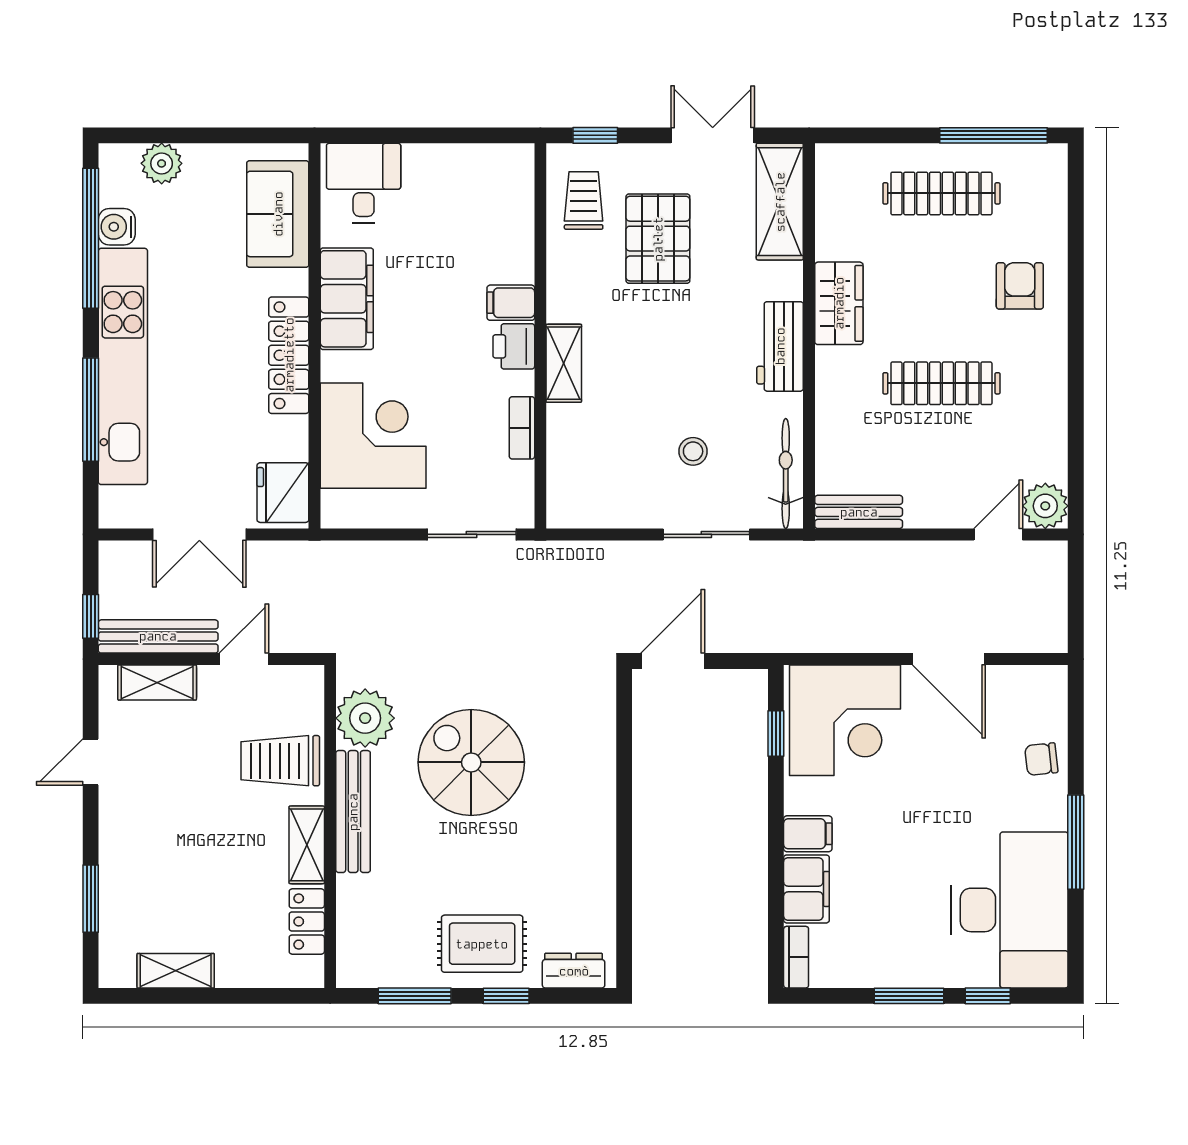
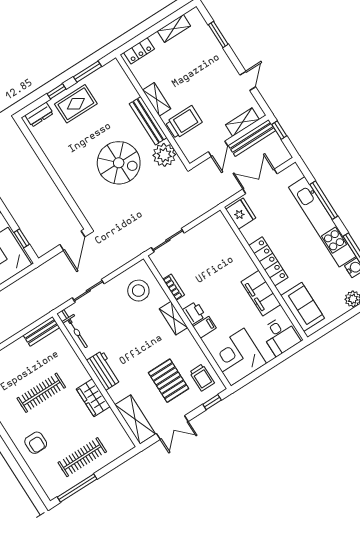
corner desk: (373, 436) -> (237, 357), moved, turned 90
stool: (693, 451) -> (138, 291), moved, width x1.89, depth x1.89
locker: (307, 921) -> (139, 51), moved, turned 90

